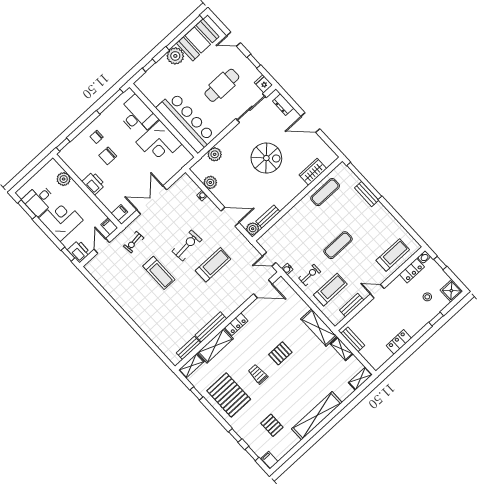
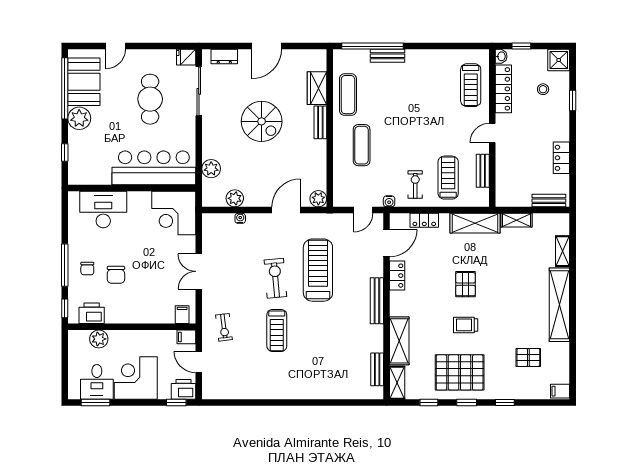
window: (254, 61) -> (155, 46), removed
window: (110, 102) -> (65, 265), moved
corner desk: (159, 143) -> (174, 213), moved, turned 90
spiral stairs: (266, 158) -> (262, 121), turned 90
printer: (94, 183) -> (92, 313), moved
double door: (152, 200) -> (199, 271), width x0.73
bench: (268, 217) -> (320, 122), moved
exercise mat: (338, 245) -> (362, 145), moved
treadmill: (393, 255) -> (471, 85), turned 180
treadmill: (213, 265) -> (318, 270), width x1.37, depth x1.38
locker: (412, 271) -> (503, 89), width x1.53
treadmill: (159, 273) -> (277, 330), turned 90
locker: (295, 298) -> (424, 220), added
locker: (236, 324) -> (397, 276), moved
bench: (211, 327) -> (377, 301), moved
bench: (353, 339) -> (549, 201), moved
shelving: (360, 379) -> (563, 251), moved
window: (252, 453) -> (467, 403), moved

